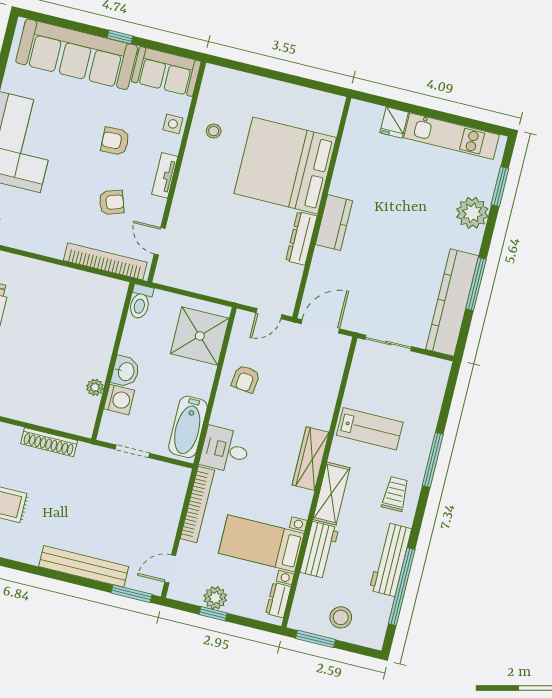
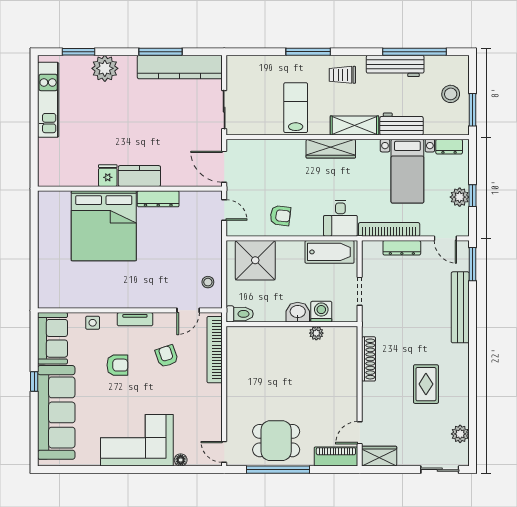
fridge: (394, 122) -> (108, 176), moved, turned -90
stool: (214, 131) -> (208, 282), moved
armchair: (115, 141) -> (117, 365), turned -88
dresser: (172, 514) -> (402, 248), added

